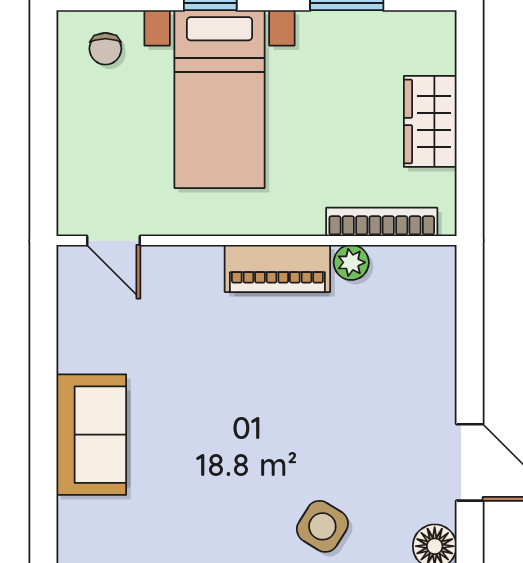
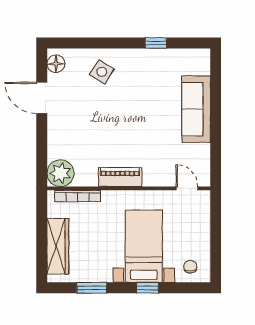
wardrobe: (430, 121) -> (58, 246), width x1.50
plant: (351, 262) -> (60, 173), moved, width x1.88, depth x1.88
sofa: (91, 435) -> (196, 109), width x1.36

